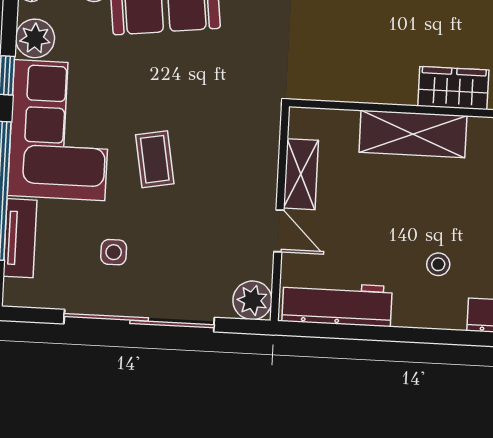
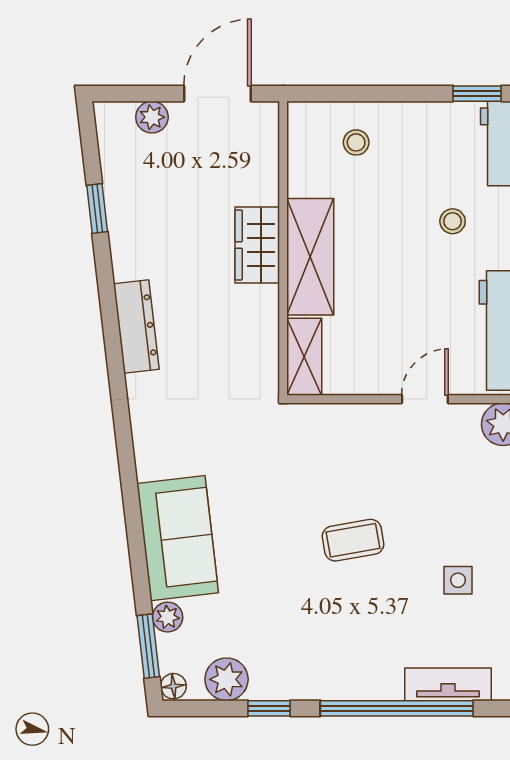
wardrobe: (453, 88) -> (257, 245), moved
corner sofa: (60, 130) -> (326, 647), removed
shelving: (301, 174) -> (304, 357), moved, turned 90

